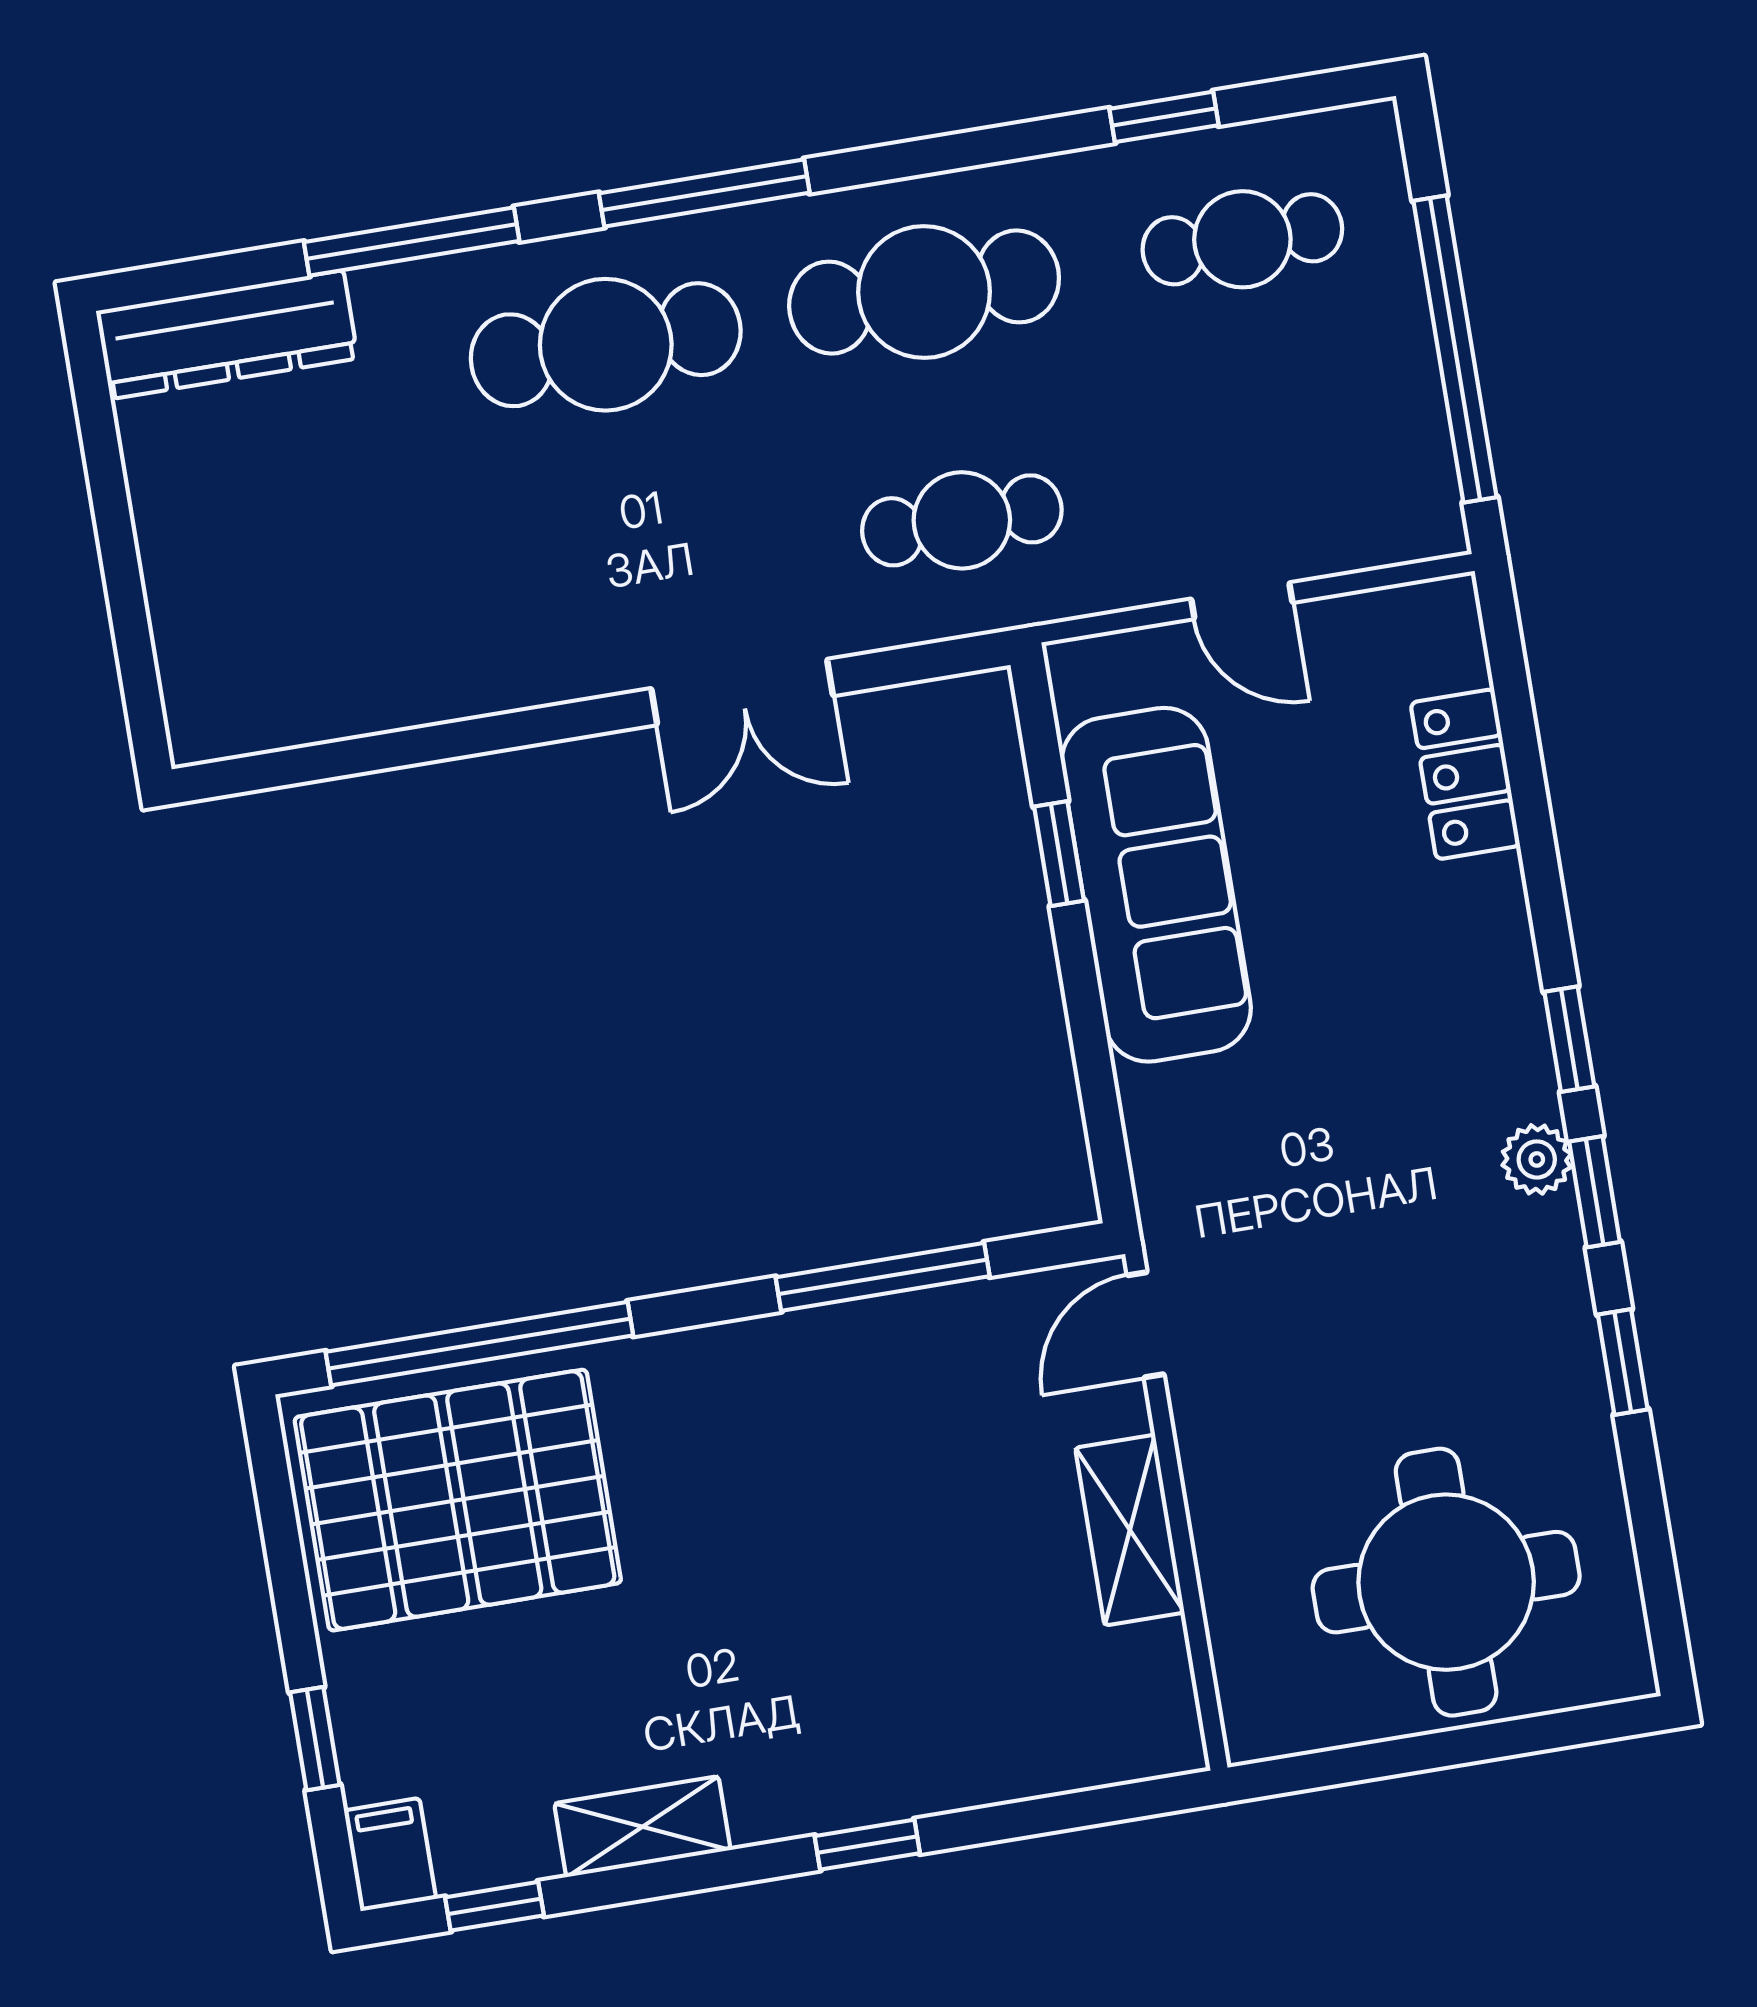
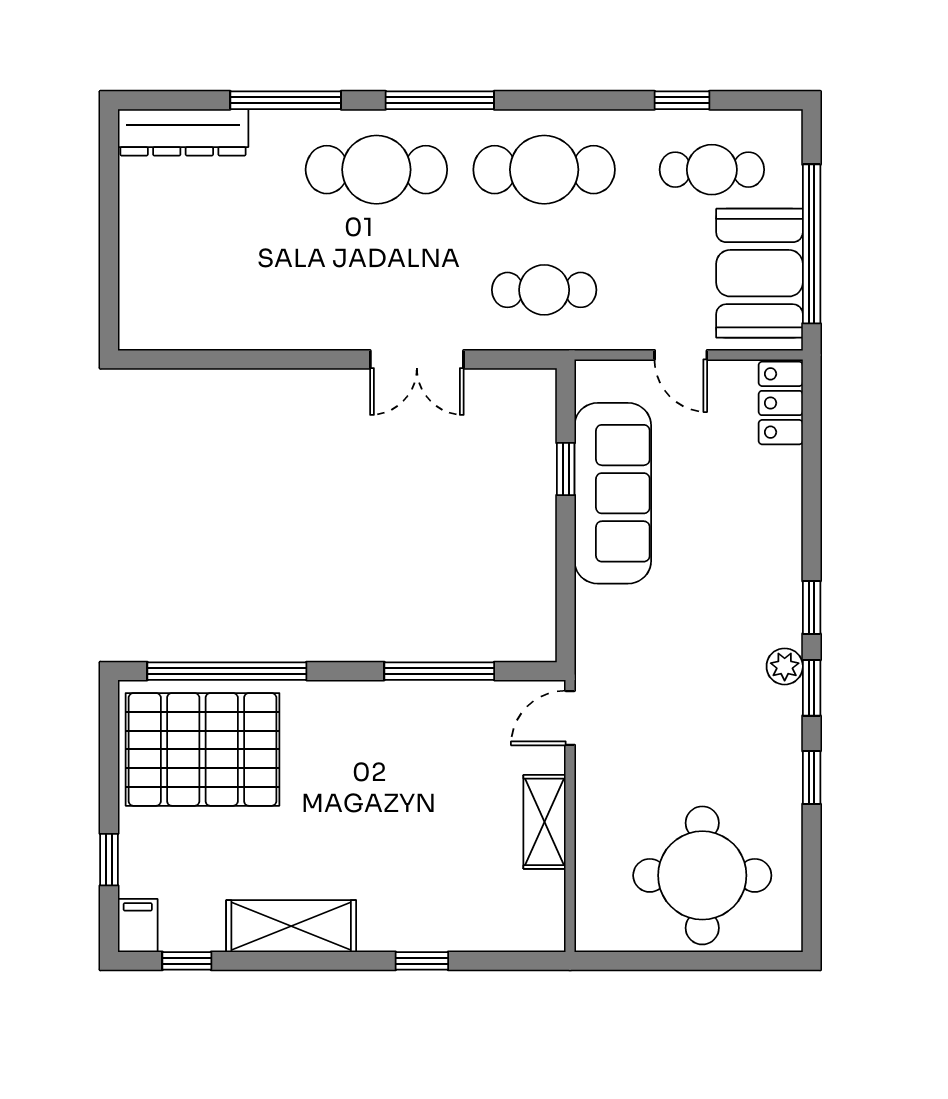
booth: (1365, 421) -> (759, 273), added
locker: (1465, 774) -> (781, 403), moved
shelving: (642, 1827) -> (291, 926), width x1.50, depth x1.33
window: (867, 1845) -> (422, 961), moved

